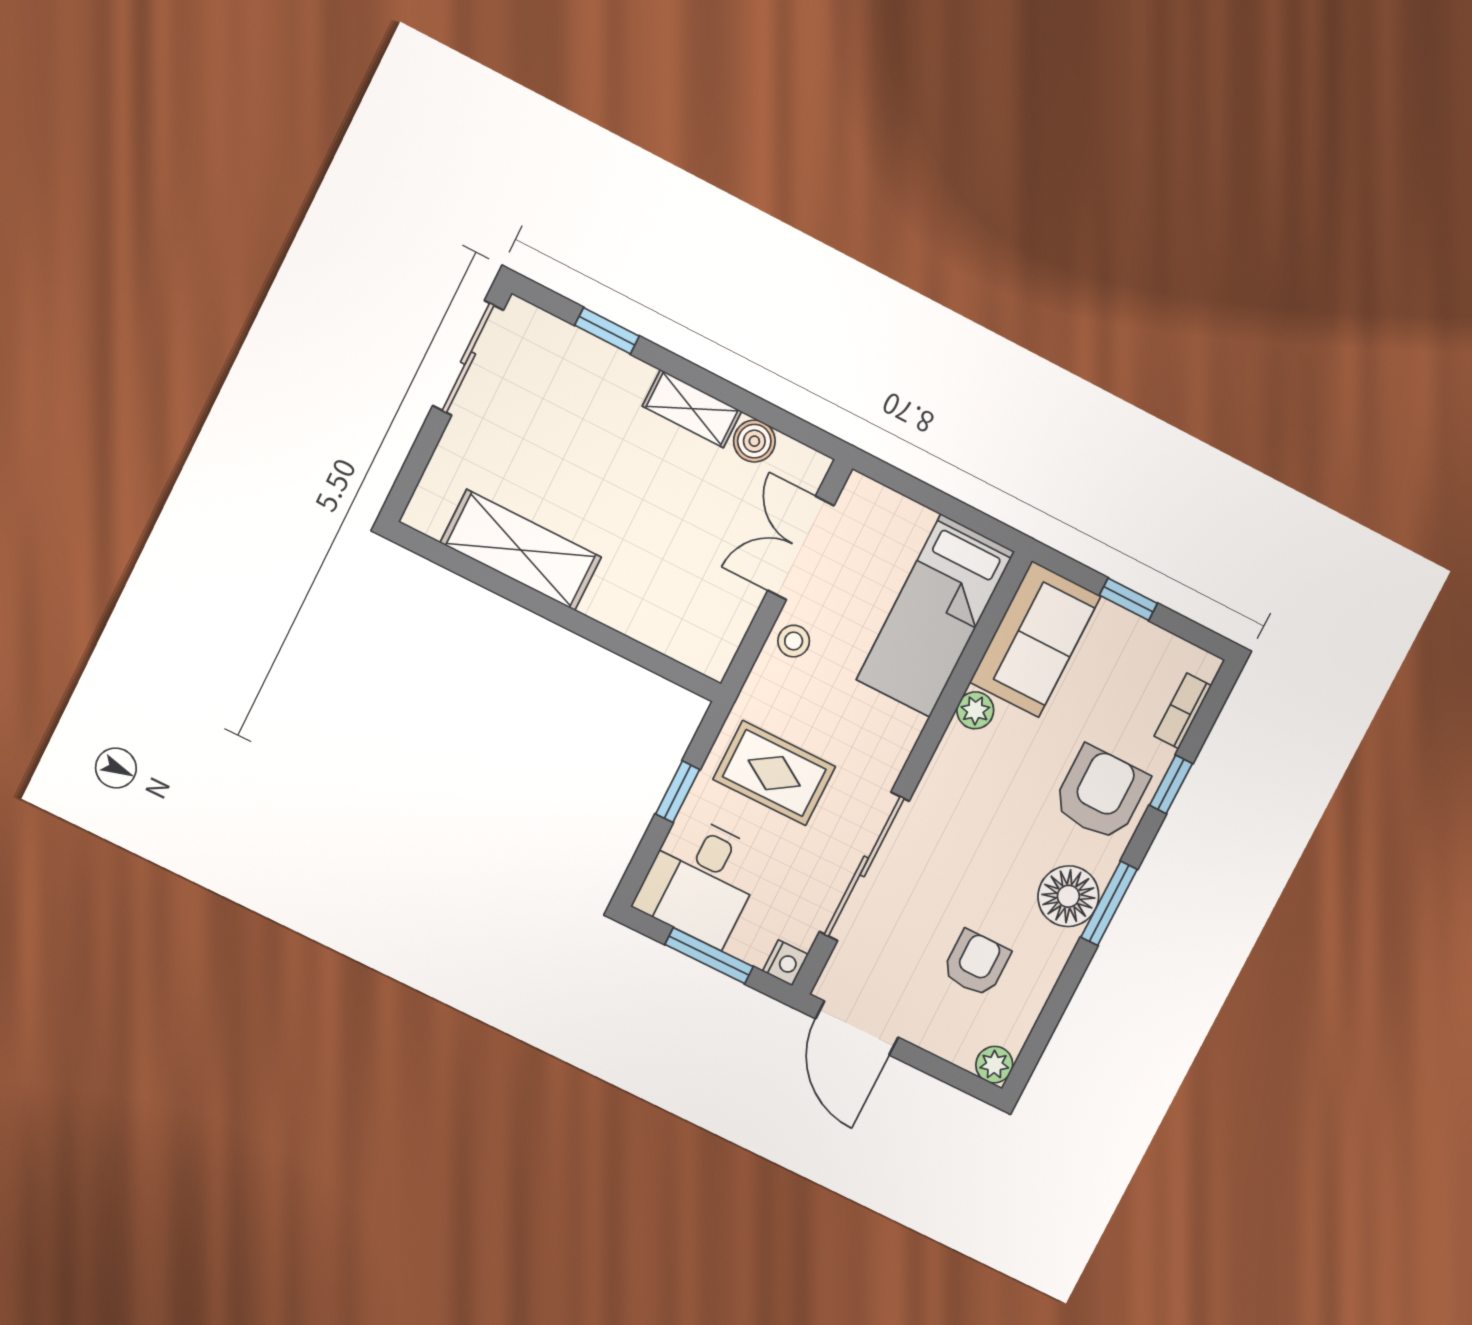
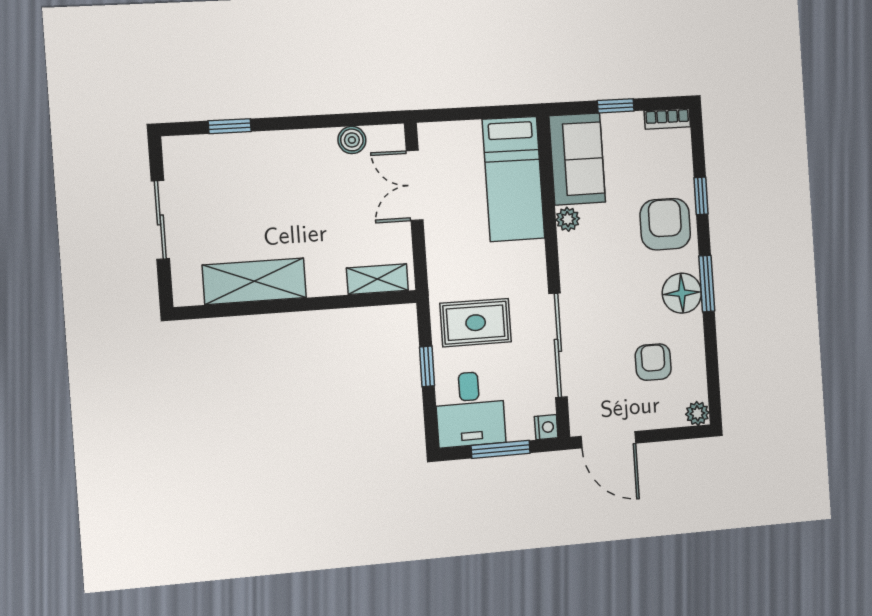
sliding door: (468, 358) -> (160, 220), moved
shelving: (692, 409) -> (377, 279), moved
stool: (794, 641) -> (442, 241), removed
bookcase: (1183, 711) -> (667, 119), moved, turned -90

